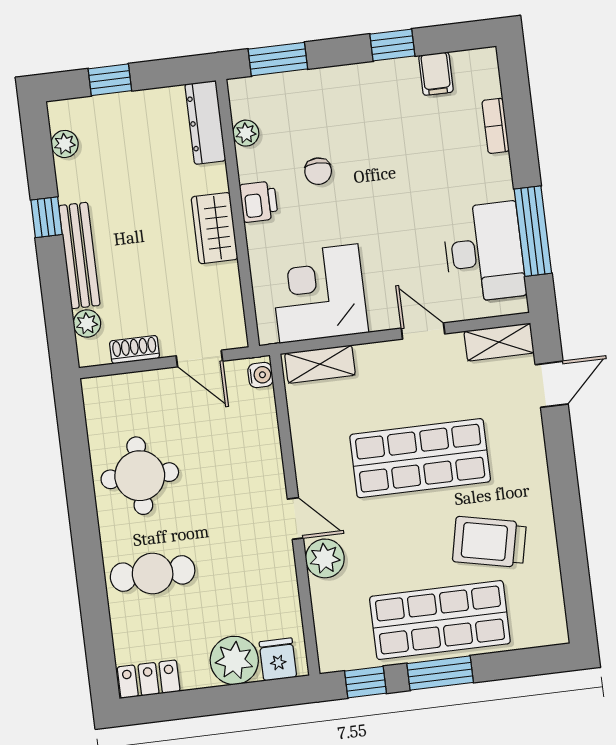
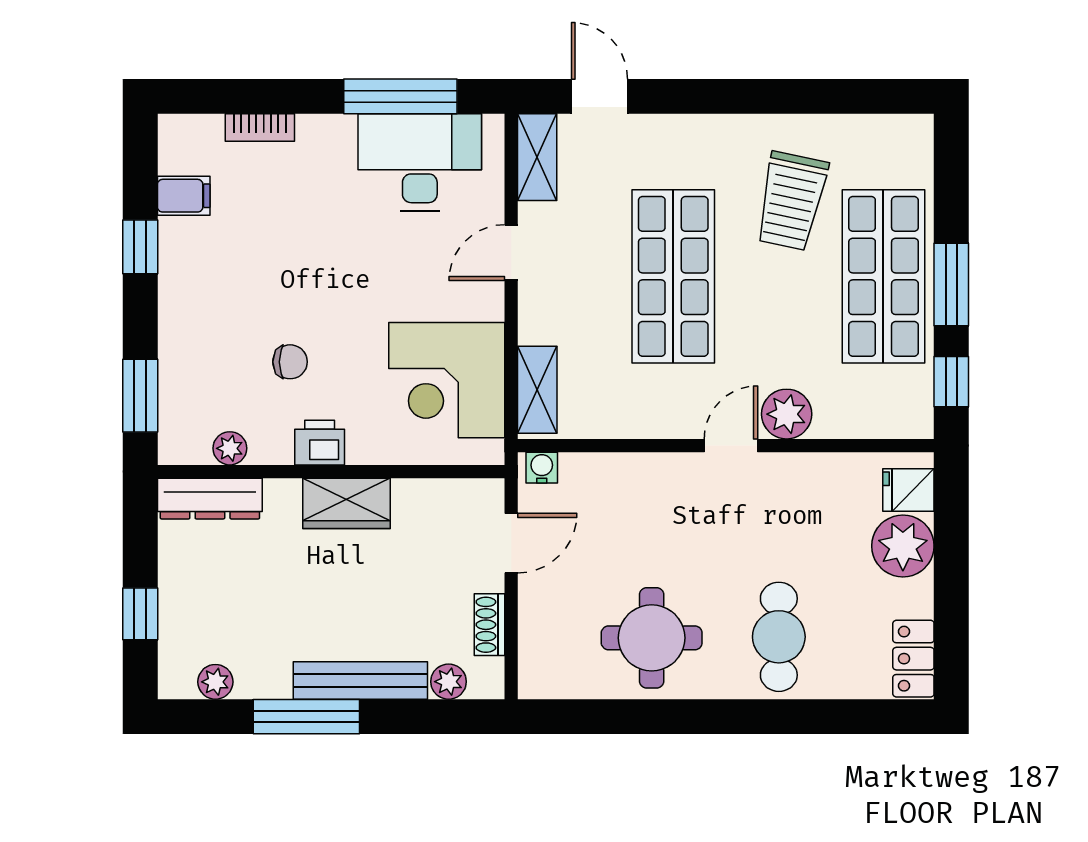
window: (46, 217) -> (306, 717), width x2.17

